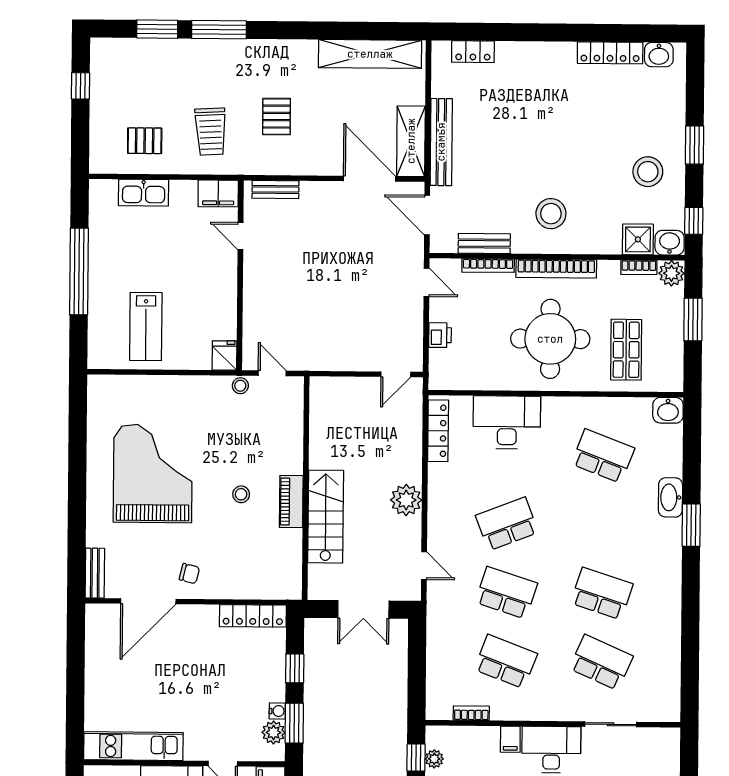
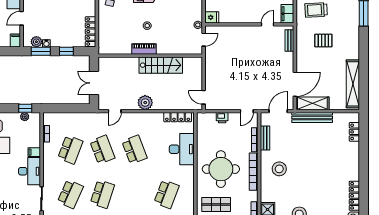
stairs: (326, 517) -> (161, 65), moved
school desk: (506, 593) -> (102, 150), turned -39

